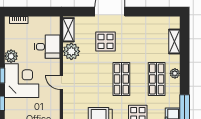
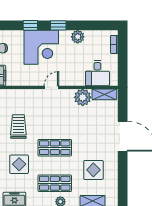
display table: (106, 41) -> (93, 170), moved
desk: (47, 47) -> (97, 73), moved
corner desk: (22, 81) -> (41, 47), moved

